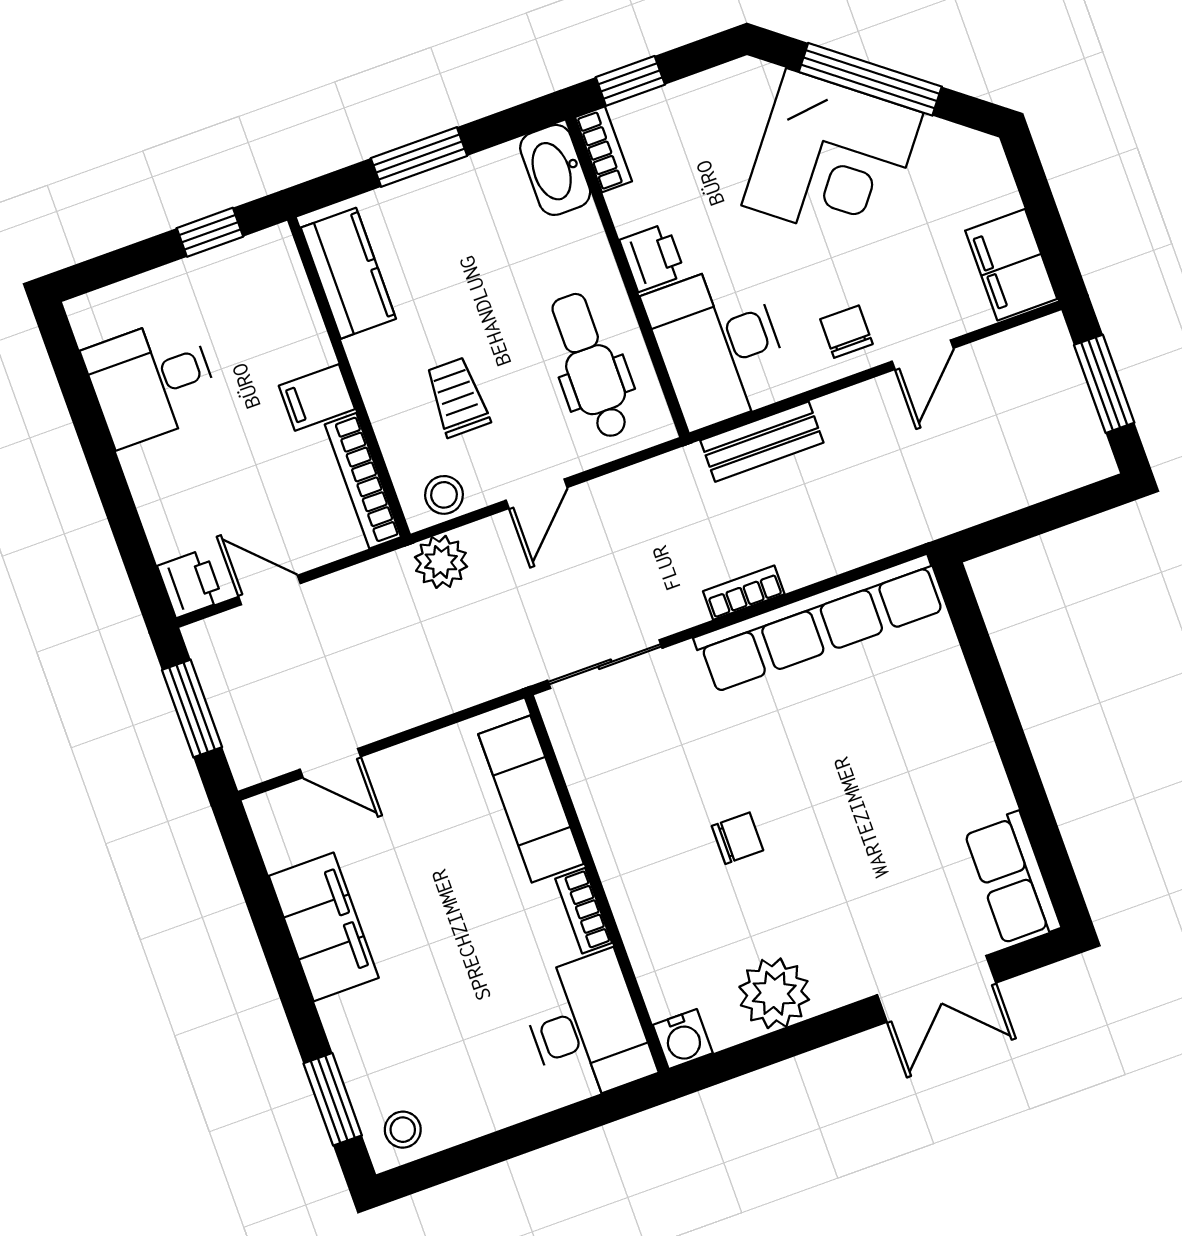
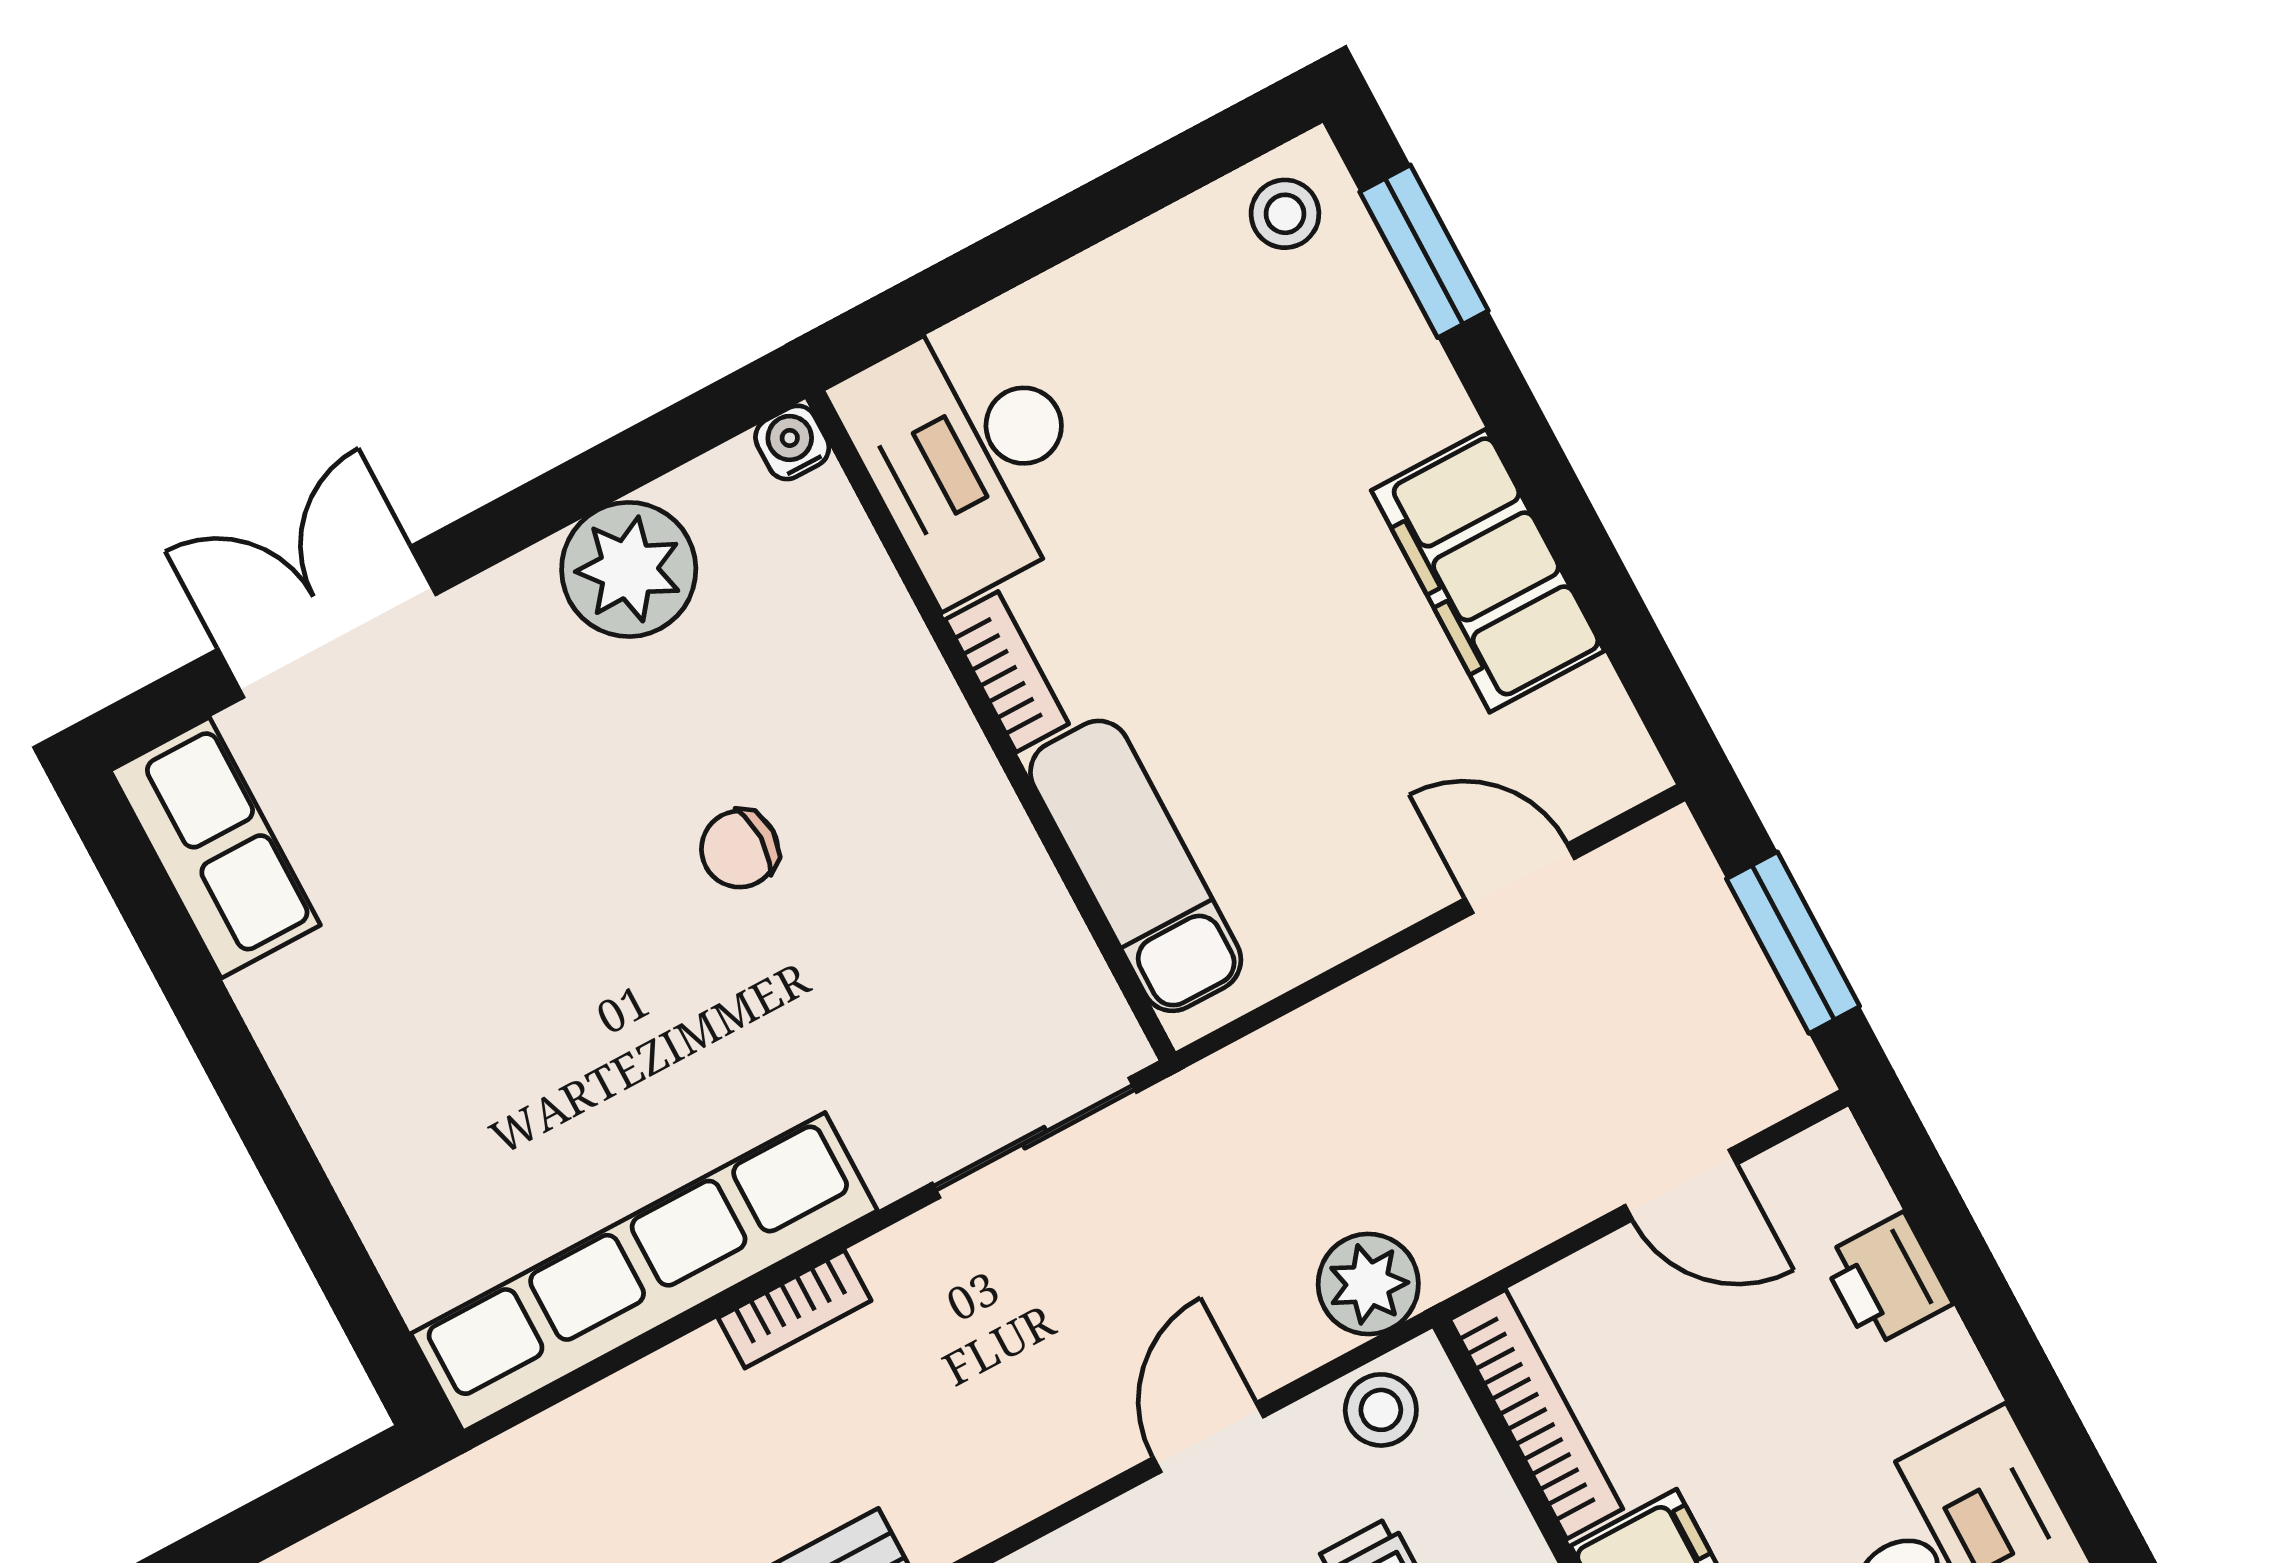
printer: (190, 583) -> (1886, 1280), moved
water cooler: (683, 1039) -> (792, 442), width x0.72, depth x0.72

